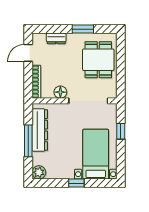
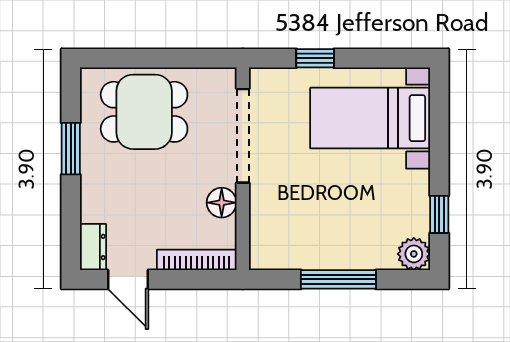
dresser: (56, 38) -> (93, 247), moved
dresser: (40, 130) -> (312, 252), removed
window: (76, 183) -> (439, 214), moved

